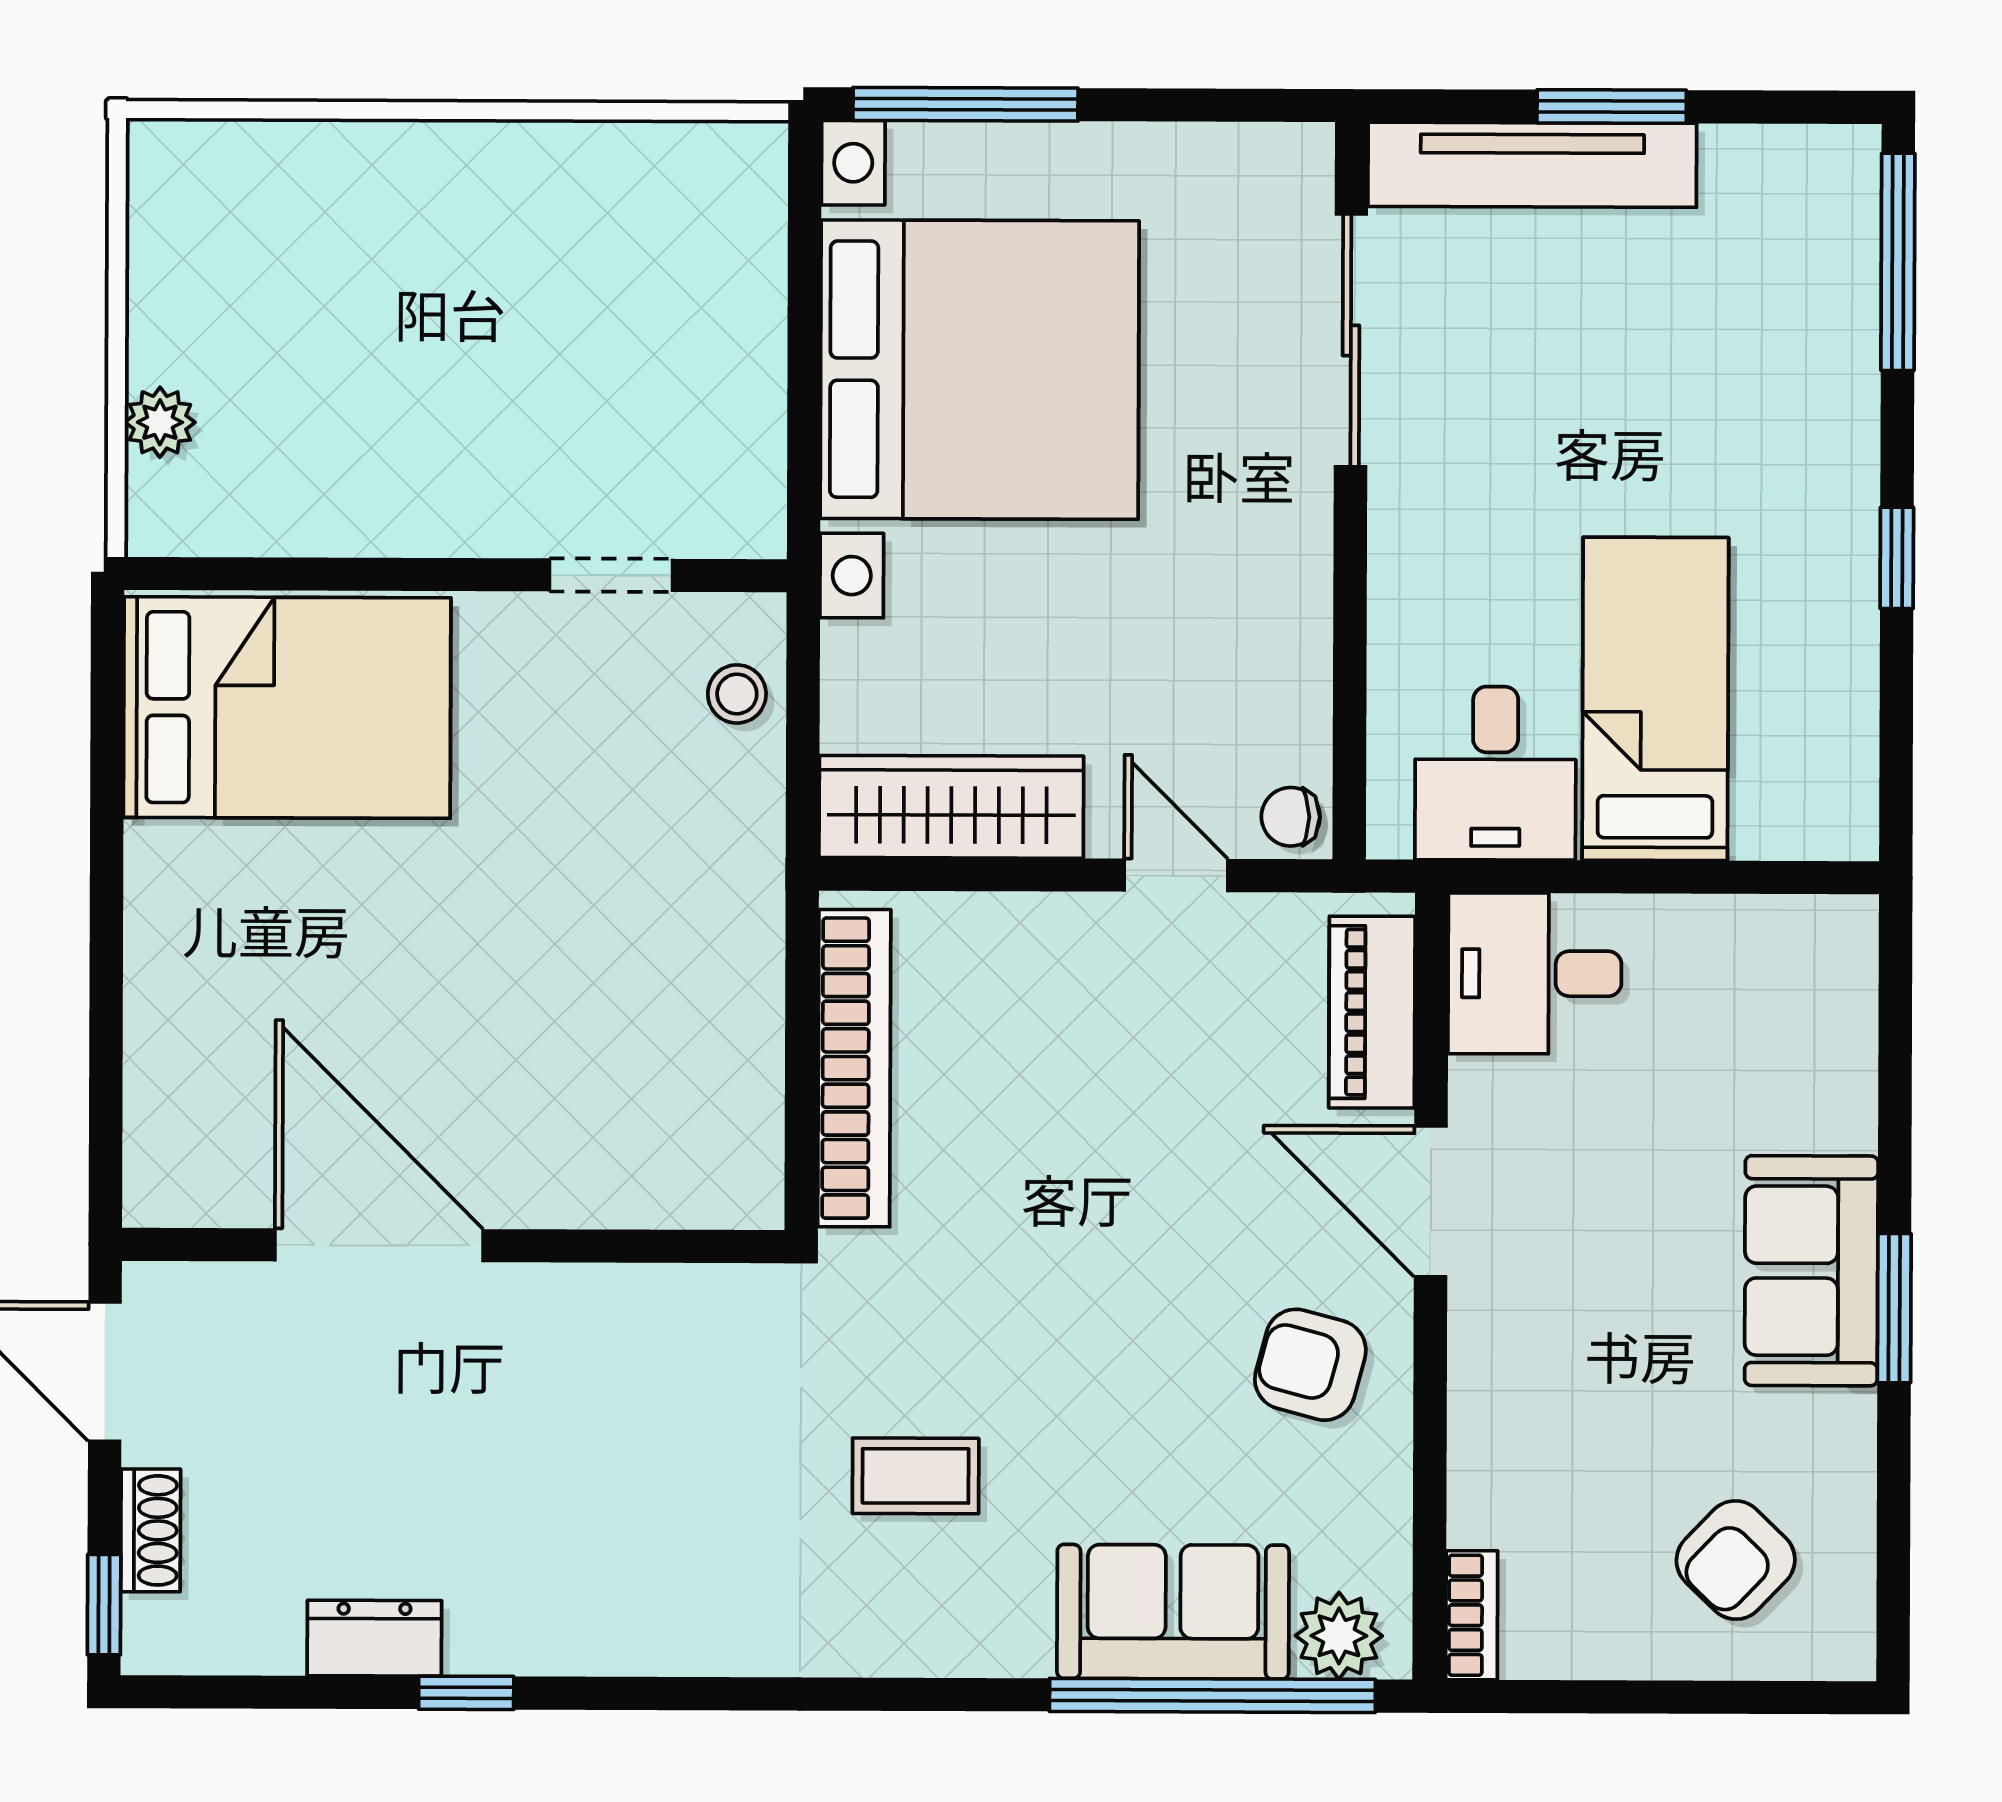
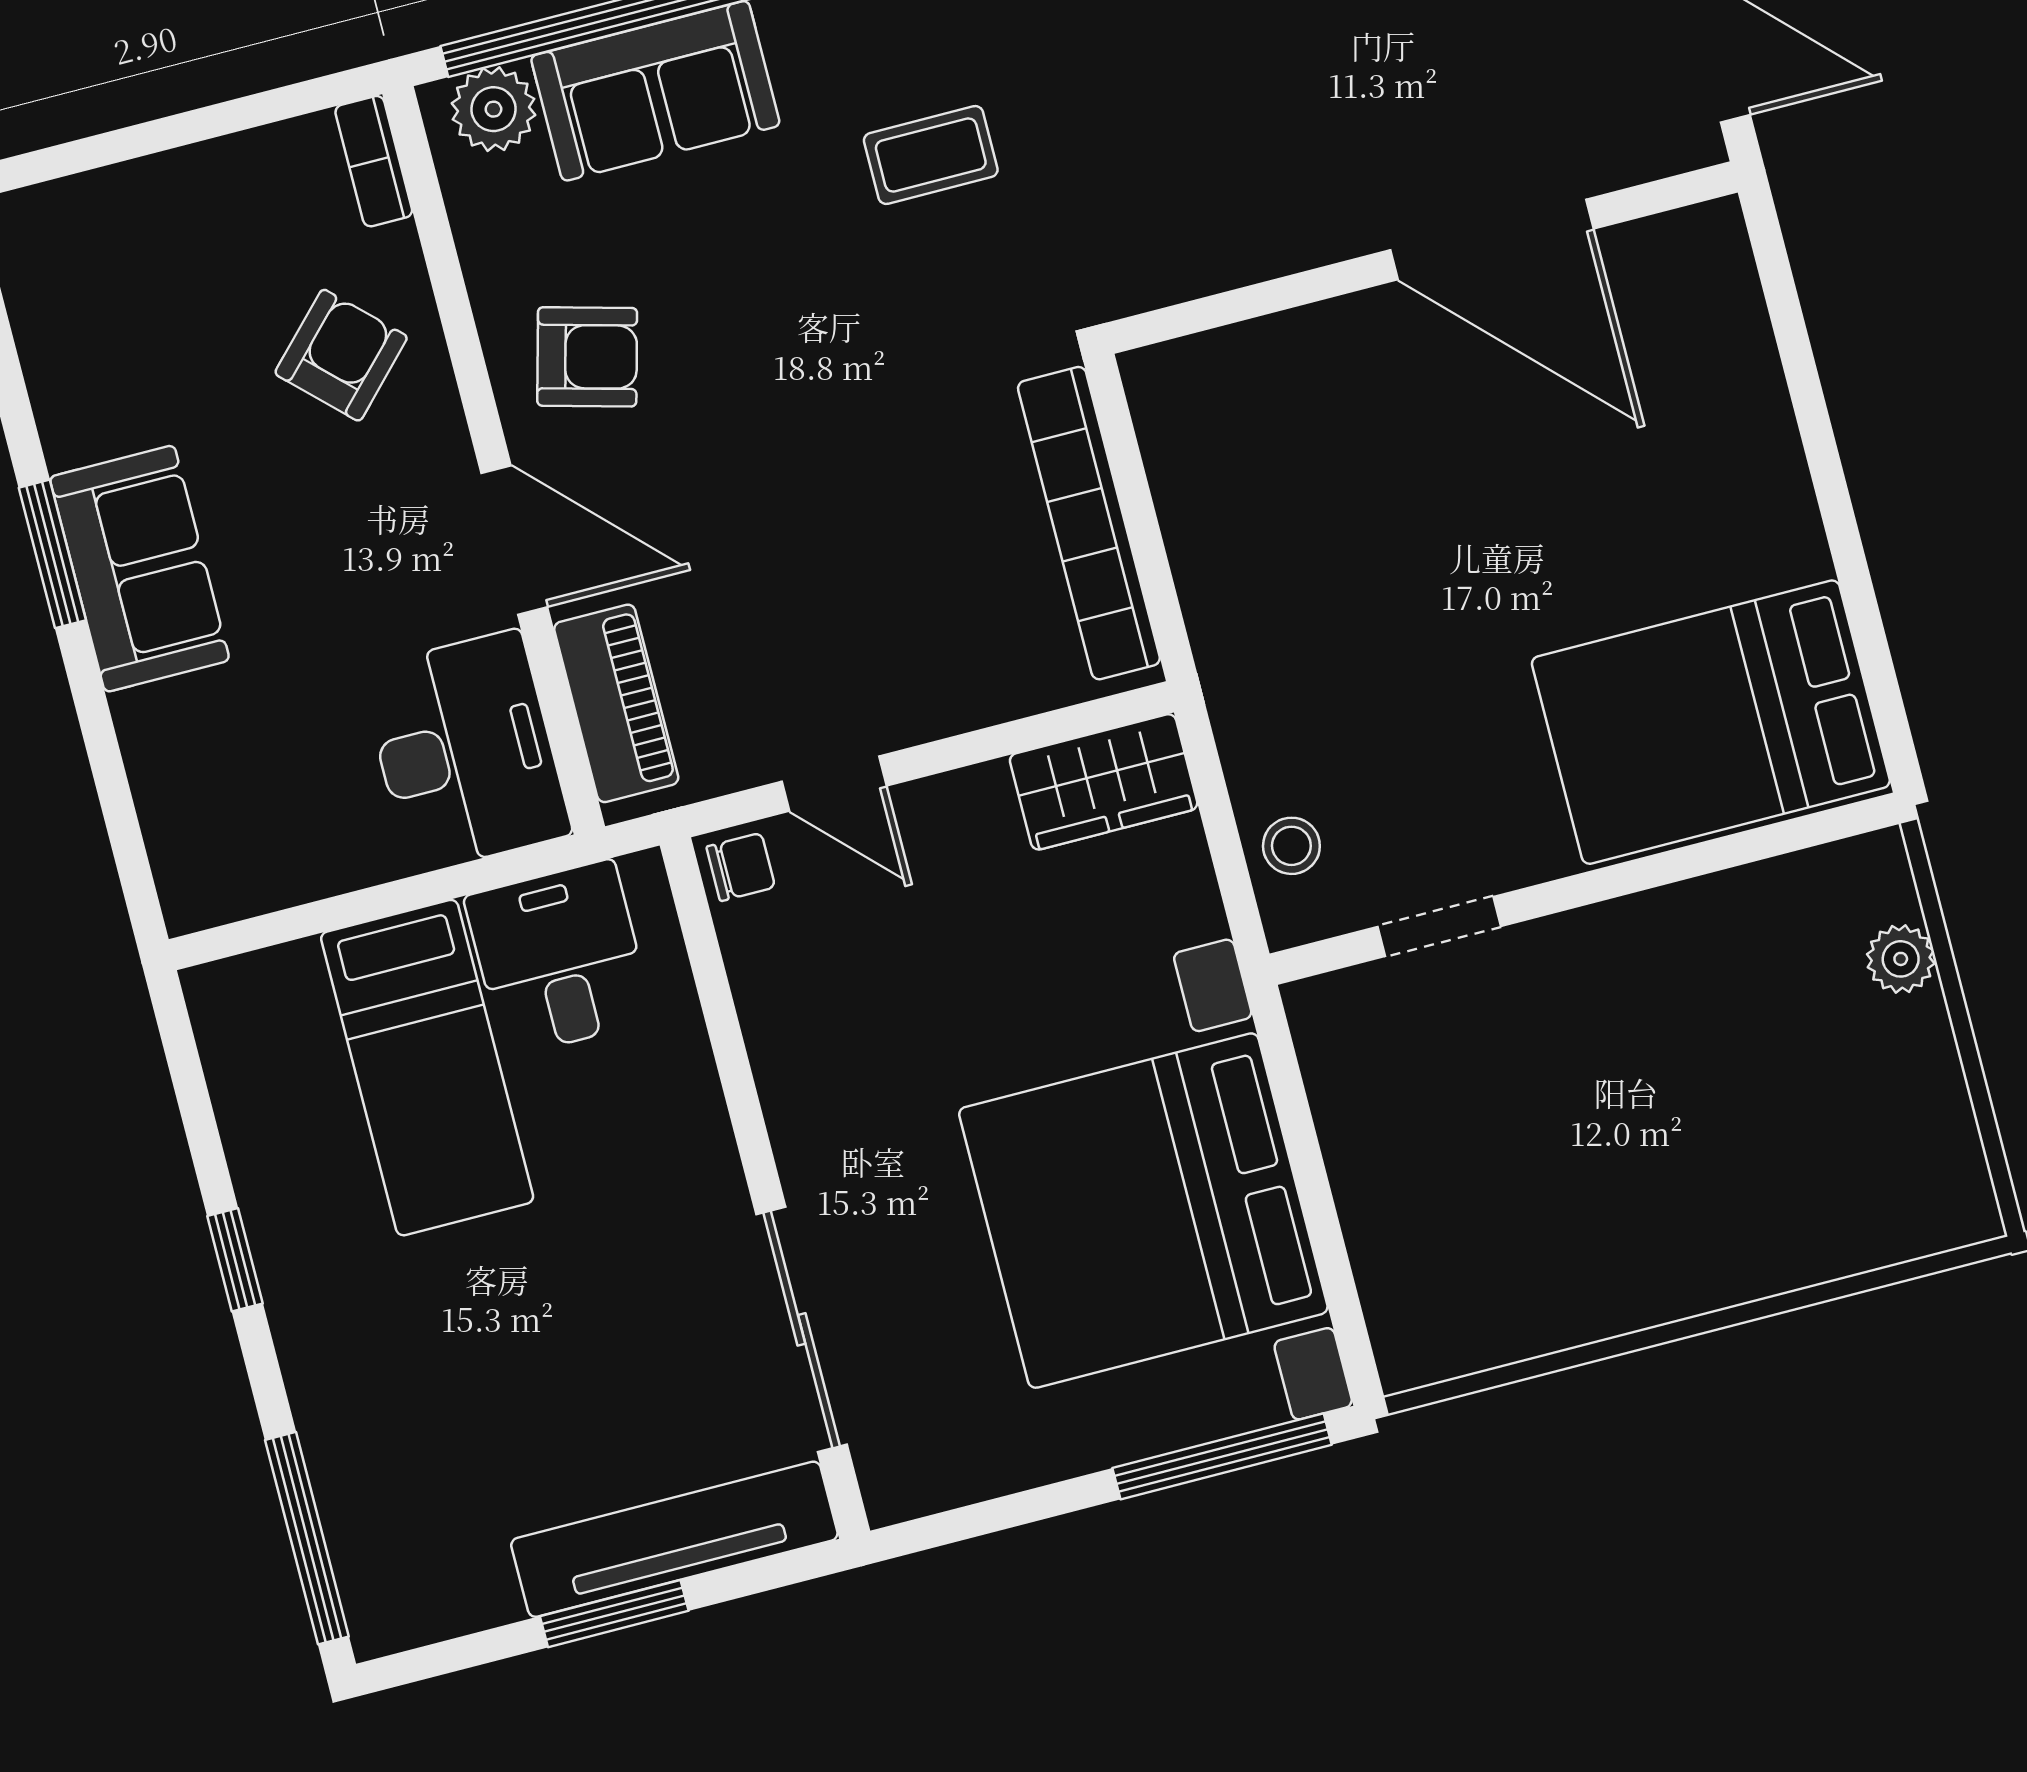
wardrobe: (951, 807) -> (1104, 782), width x0.67
desk: (1535, 973) -> (465, 752), width x1.37
armchair: (1736, 1560) -> (341, 355), moved

